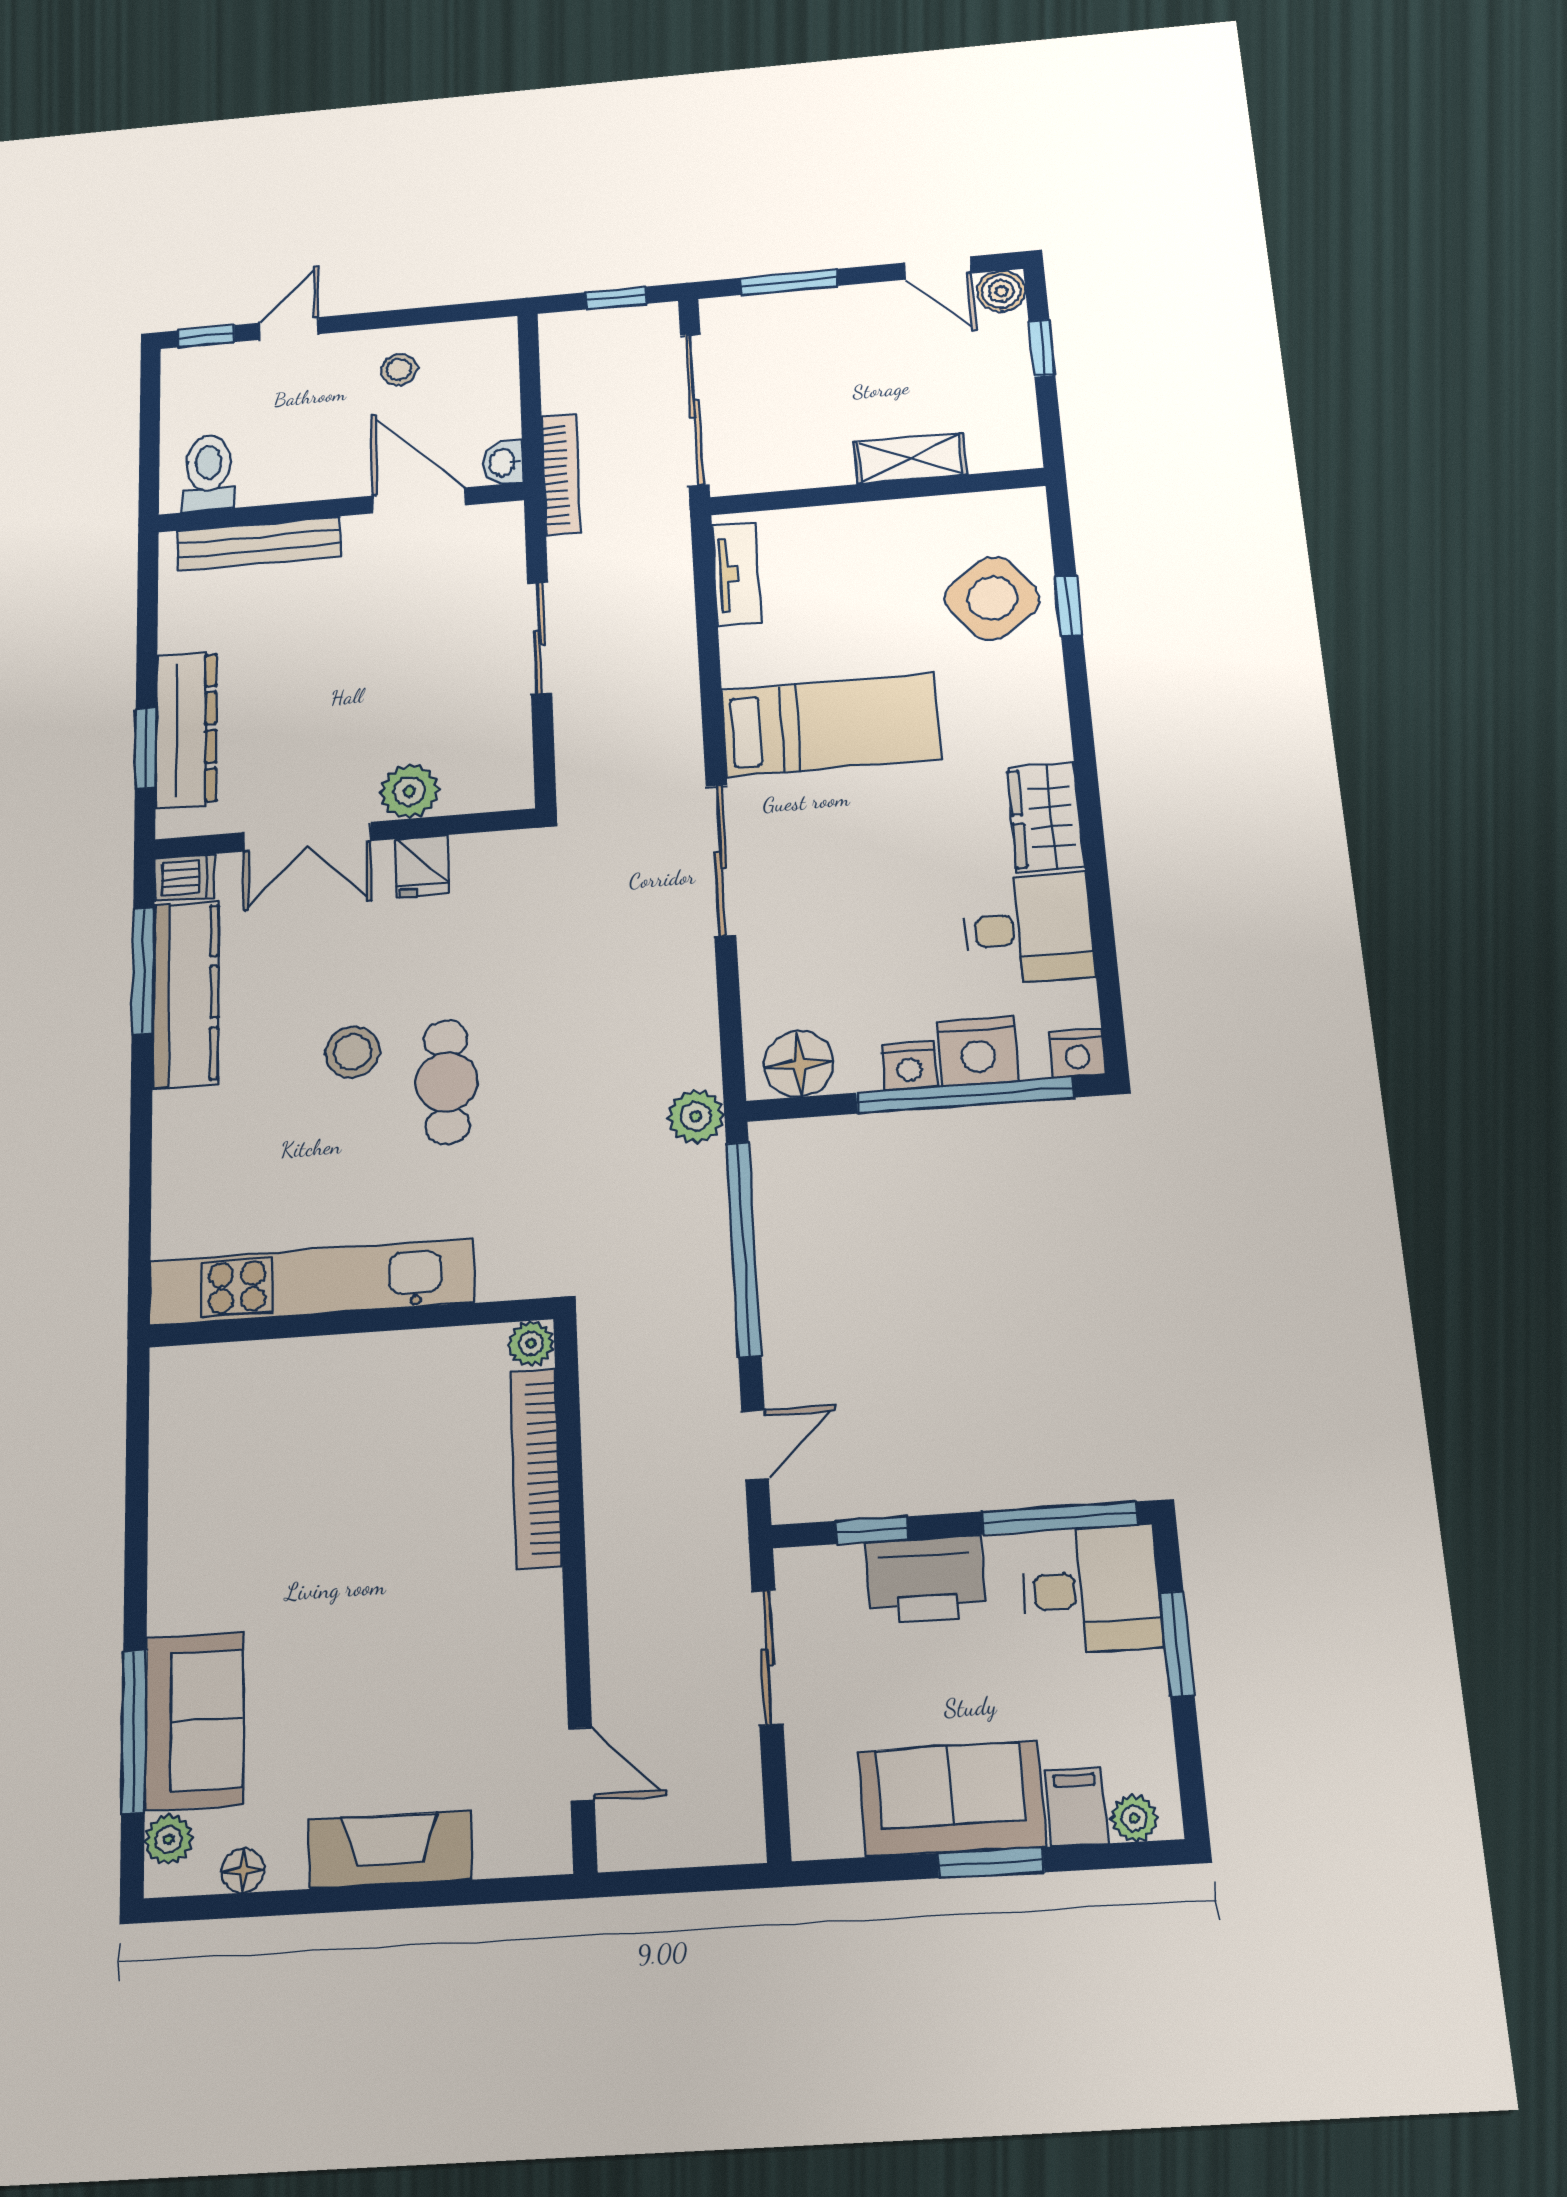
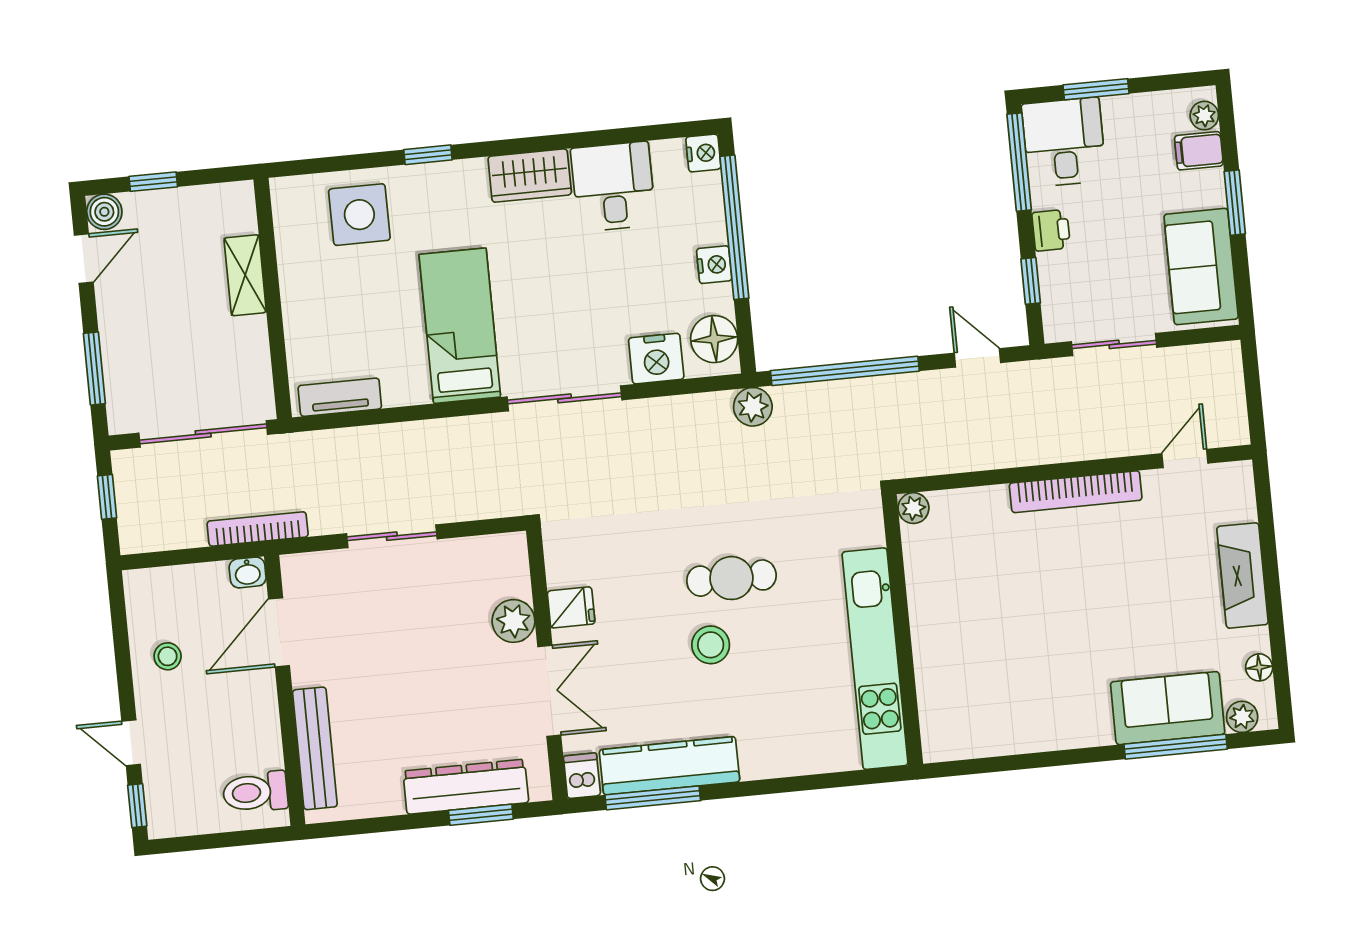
side table: (992, 598) -> (359, 215), turned 37
window: (1069, 606) -> (428, 155), moved
nightstand: (978, 1051) -> (656, 359), moved, turned 90
bookcase: (536, 1468) -> (1076, 492), moved
printer: (925, 1579) -> (1051, 230), width x0.53, depth x0.68
sofa: (952, 1799) -> (1201, 267), moved

